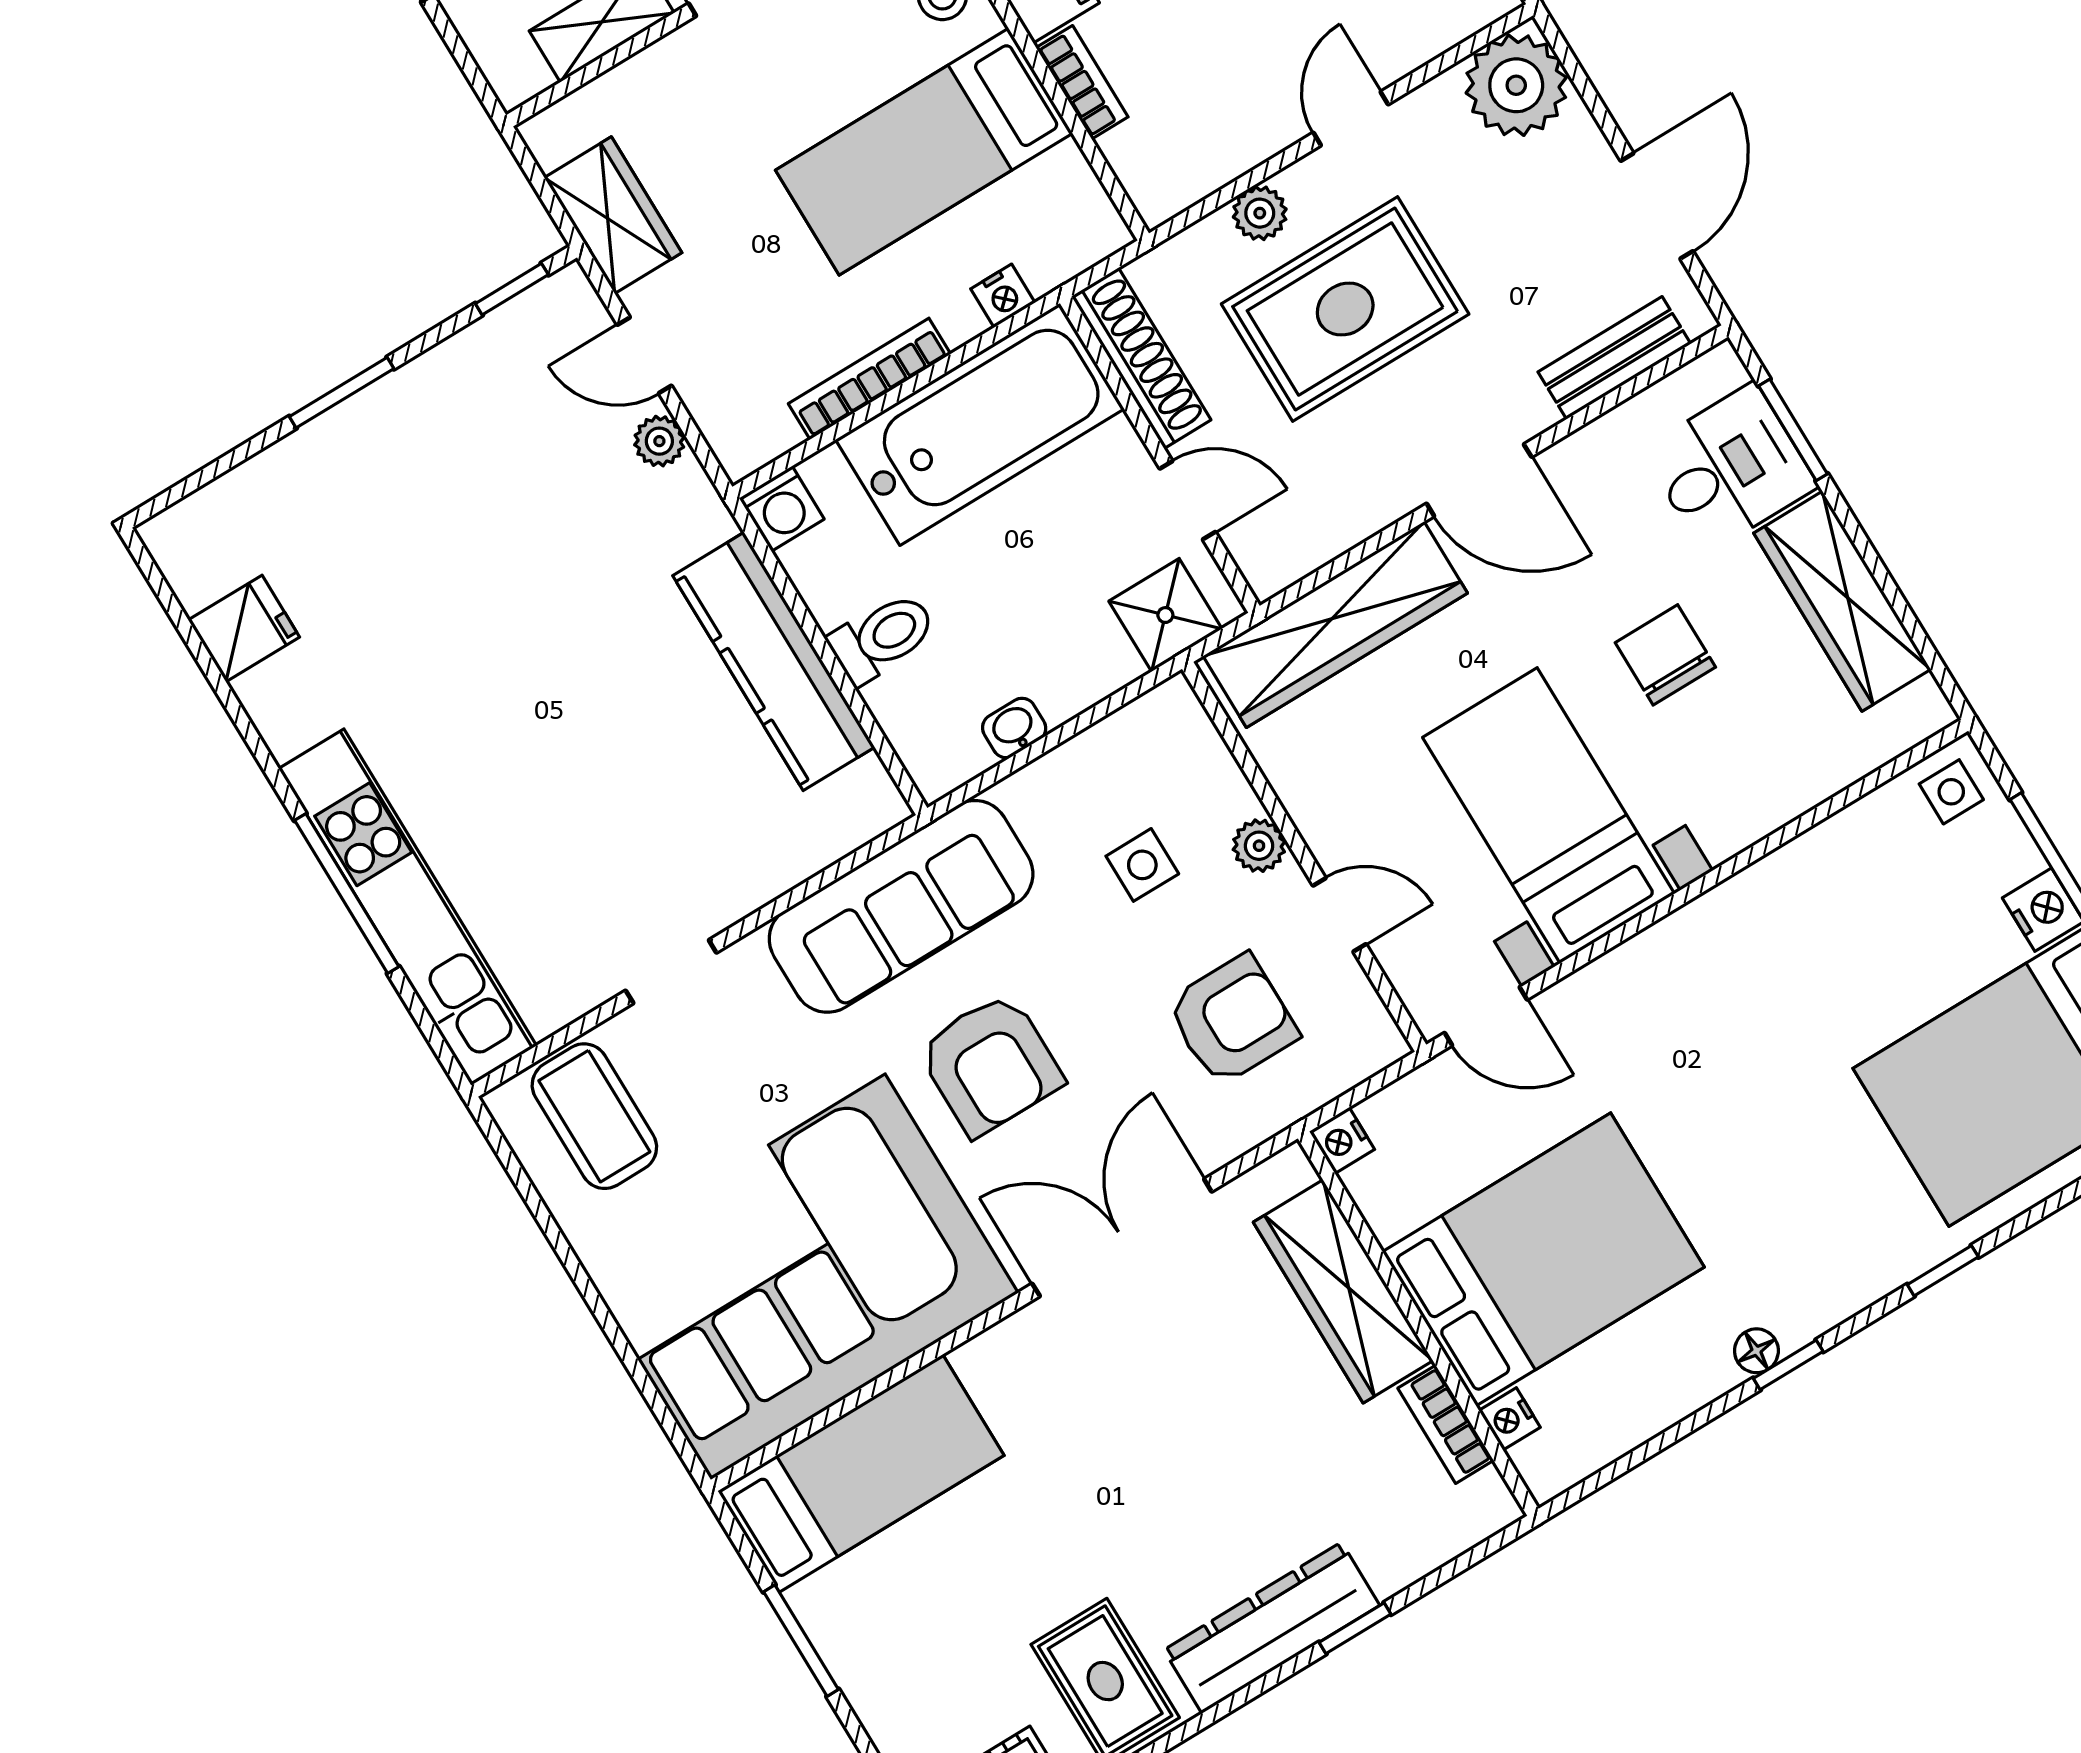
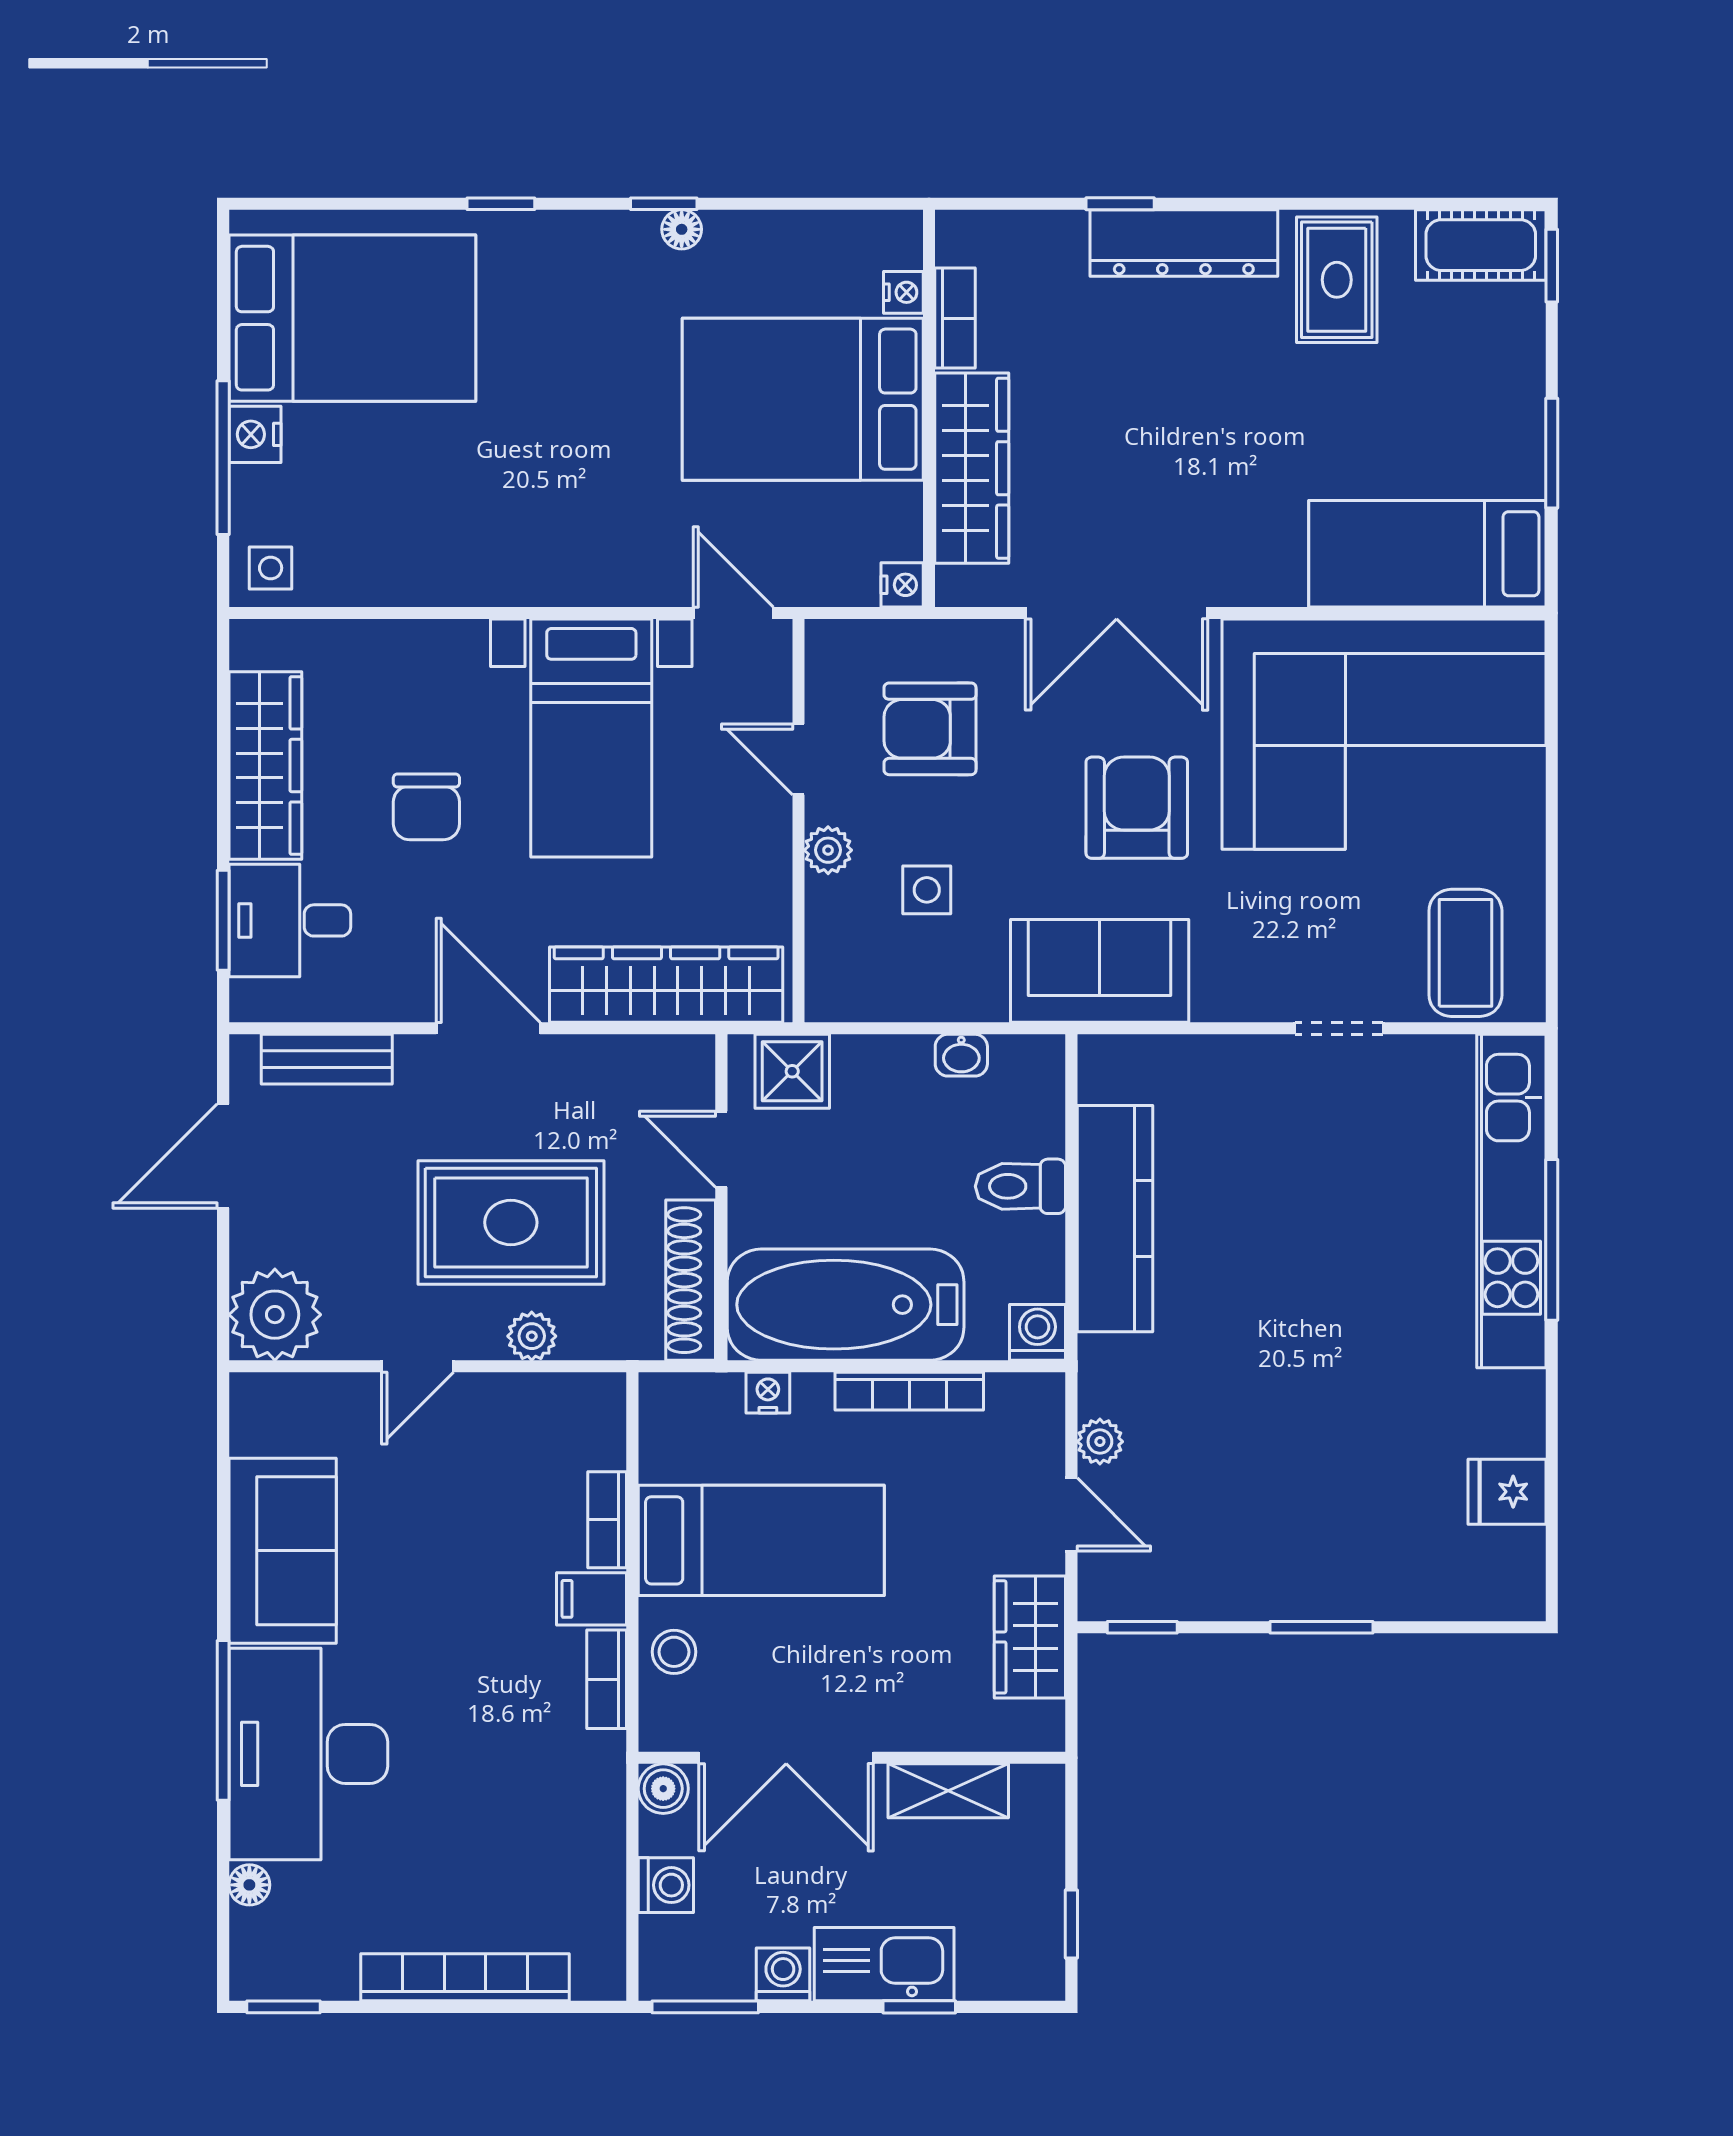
sofa: (901, 906) -> (1100, 971), width x0.73

